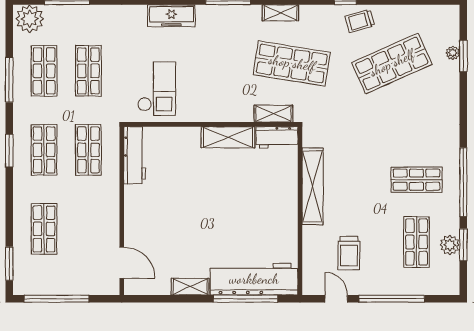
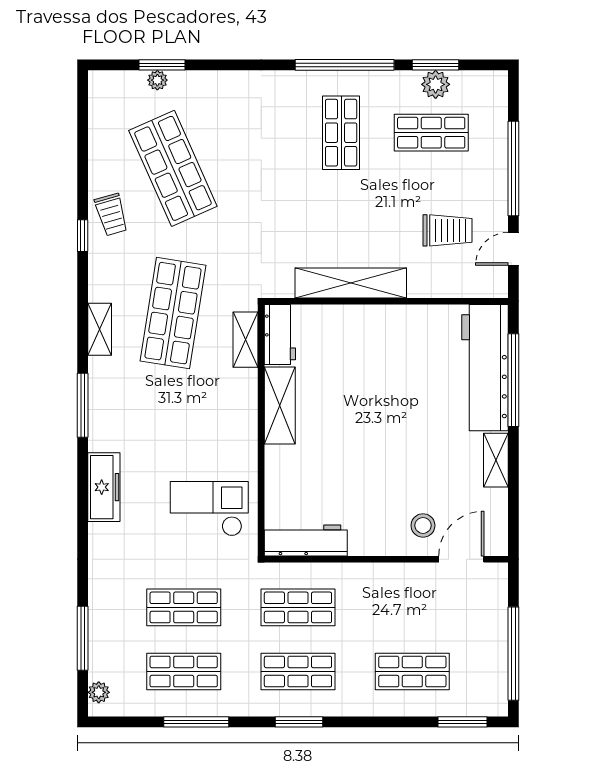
plant: (30, 19) -> (99, 692), width x0.53, depth x0.53
stool: (145, 236) -> (423, 525), added

